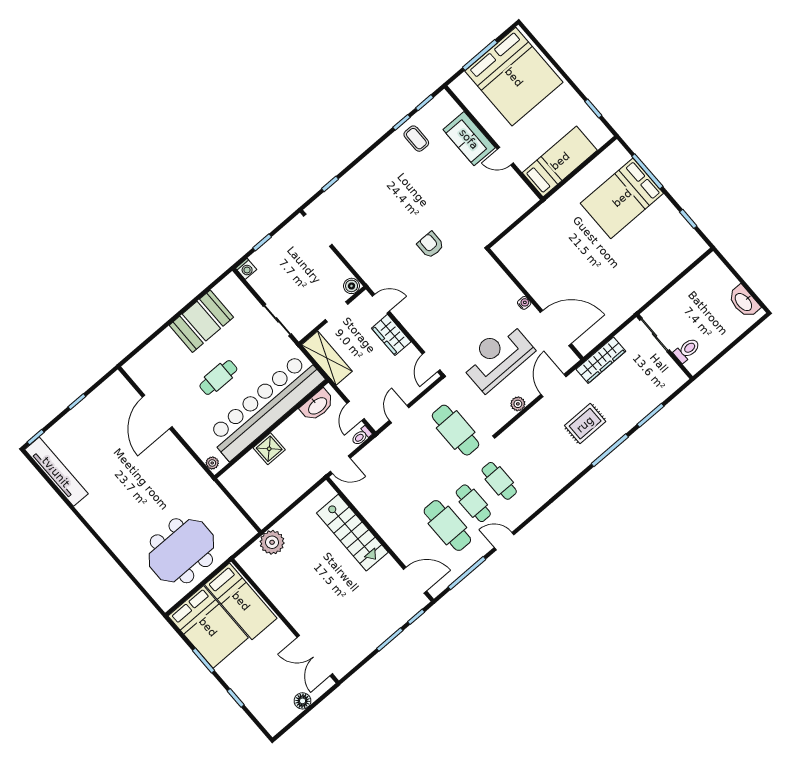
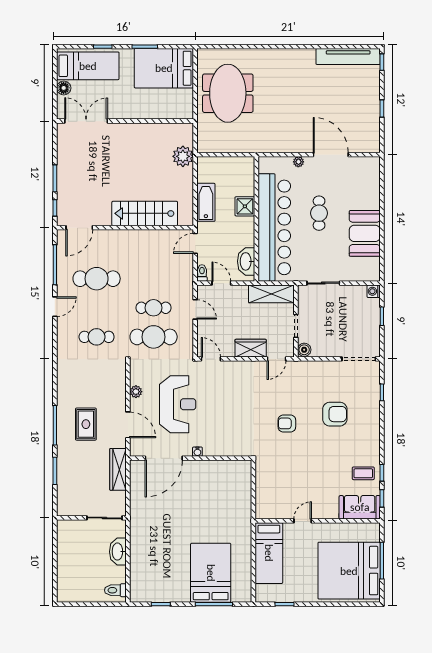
sofa: (469, 139) -> (360, 507), moved
armchair: (385, 209) -> (335, 414), added
armchair: (430, 245) -> (287, 423), turned 180
washbasin: (744, 302) -> (118, 552), moved, turned -90
toilet: (687, 350) -> (115, 590), moved, turned 90
plant: (212, 463) -> (298, 162), moved
bathtub: (295, 487) -> (206, 202), added
cafe table: (473, 503) -> (154, 308), moved
bed: (241, 601) -> (88, 66), moved, turned 180

